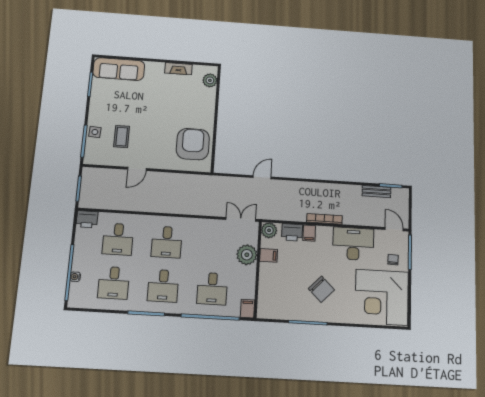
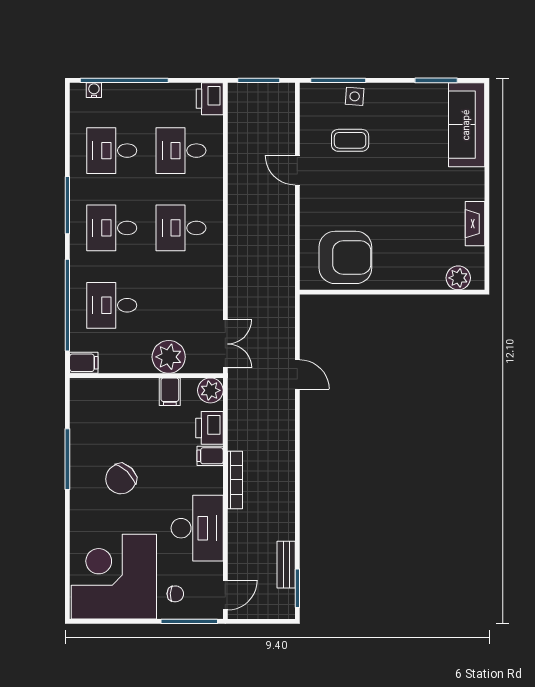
water cooler: (75, 277) -> (94, 90), moved

